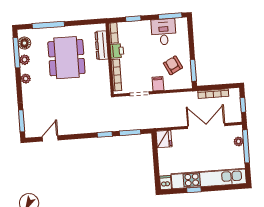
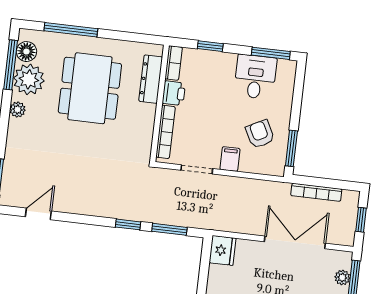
plant: (25, 60) -> (29, 79), width x1.88, depth x1.88

